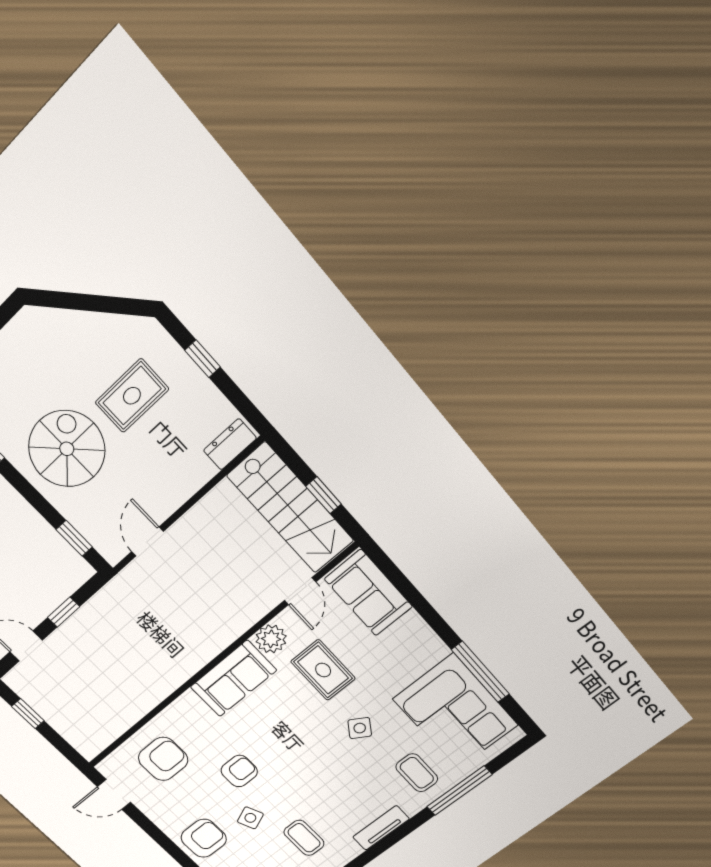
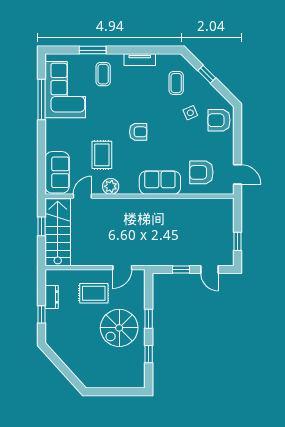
rug: (132, 396) -> (94, 293), moved
dresser: (230, 444) -> (52, 297), moved, turned -90
window: (74, 538) -> (149, 319), moved
sofa: (233, 679) -> (160, 183), moved
side table: (360, 728) -> (109, 116), removed
armchair: (239, 771) -> (138, 132), moved, turned 180
window: (459, 791) -> (93, 50), width x0.69

